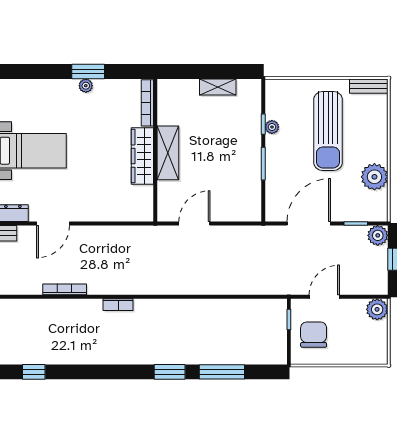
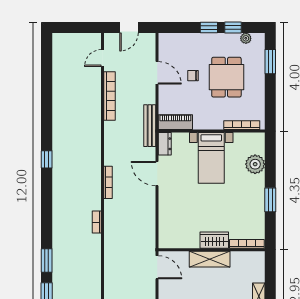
plant: (86, 86) -> (255, 164), moved, width x1.88, depth x1.88
wardrobe: (142, 156) -> (214, 240), width x0.67
door: (194, 223) -> (157, 267), moved

